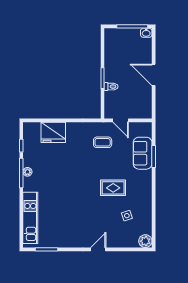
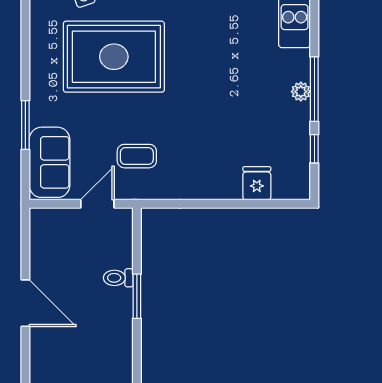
door: (121, 120) -> (97, 204), hinge flipped
fridge: (53, 132) -> (257, 183), width x0.53, depth x0.75
sofa: (143, 153) -> (49, 162), moved
rug: (113, 188) -> (114, 57), width x1.86, depth x2.06

